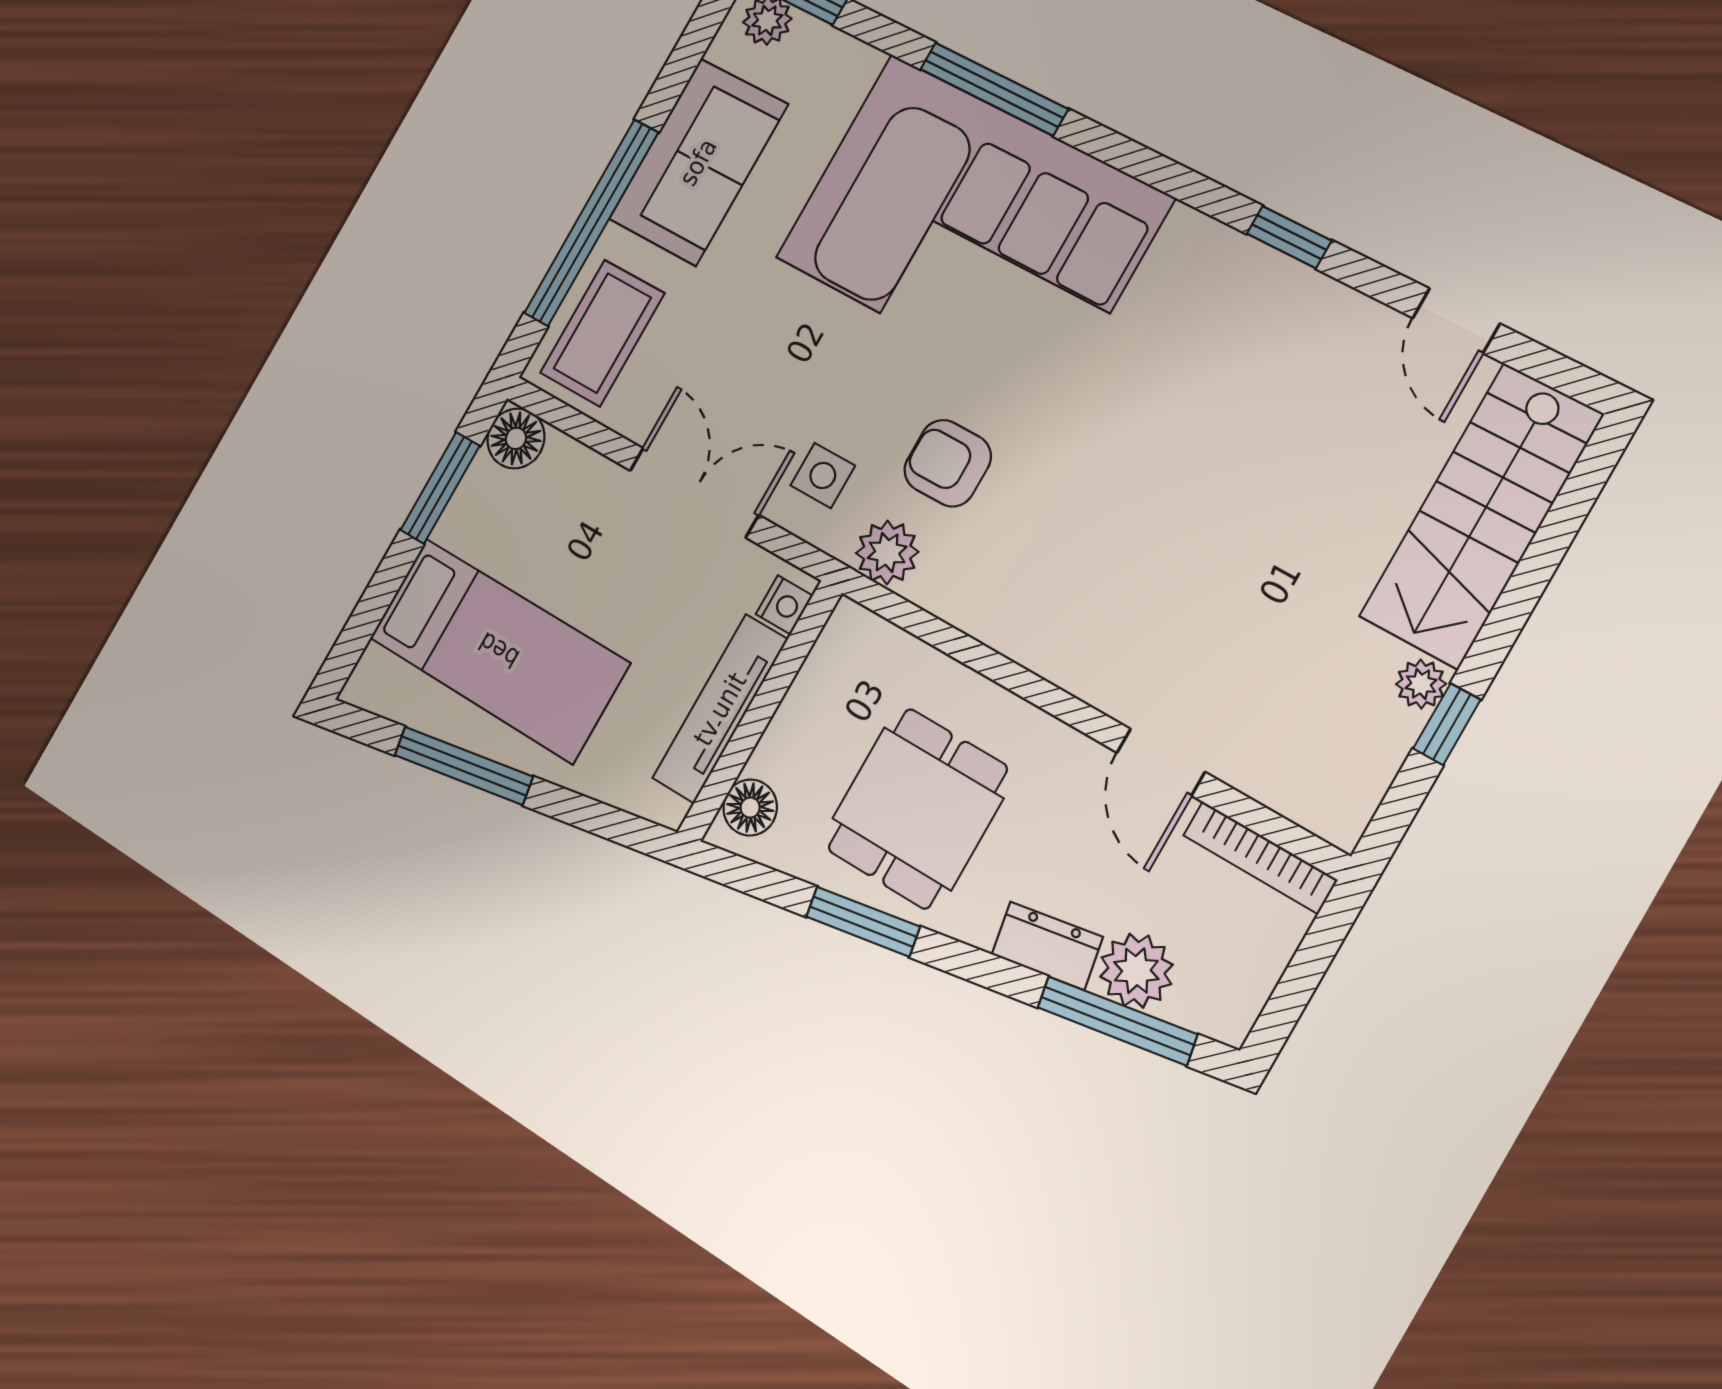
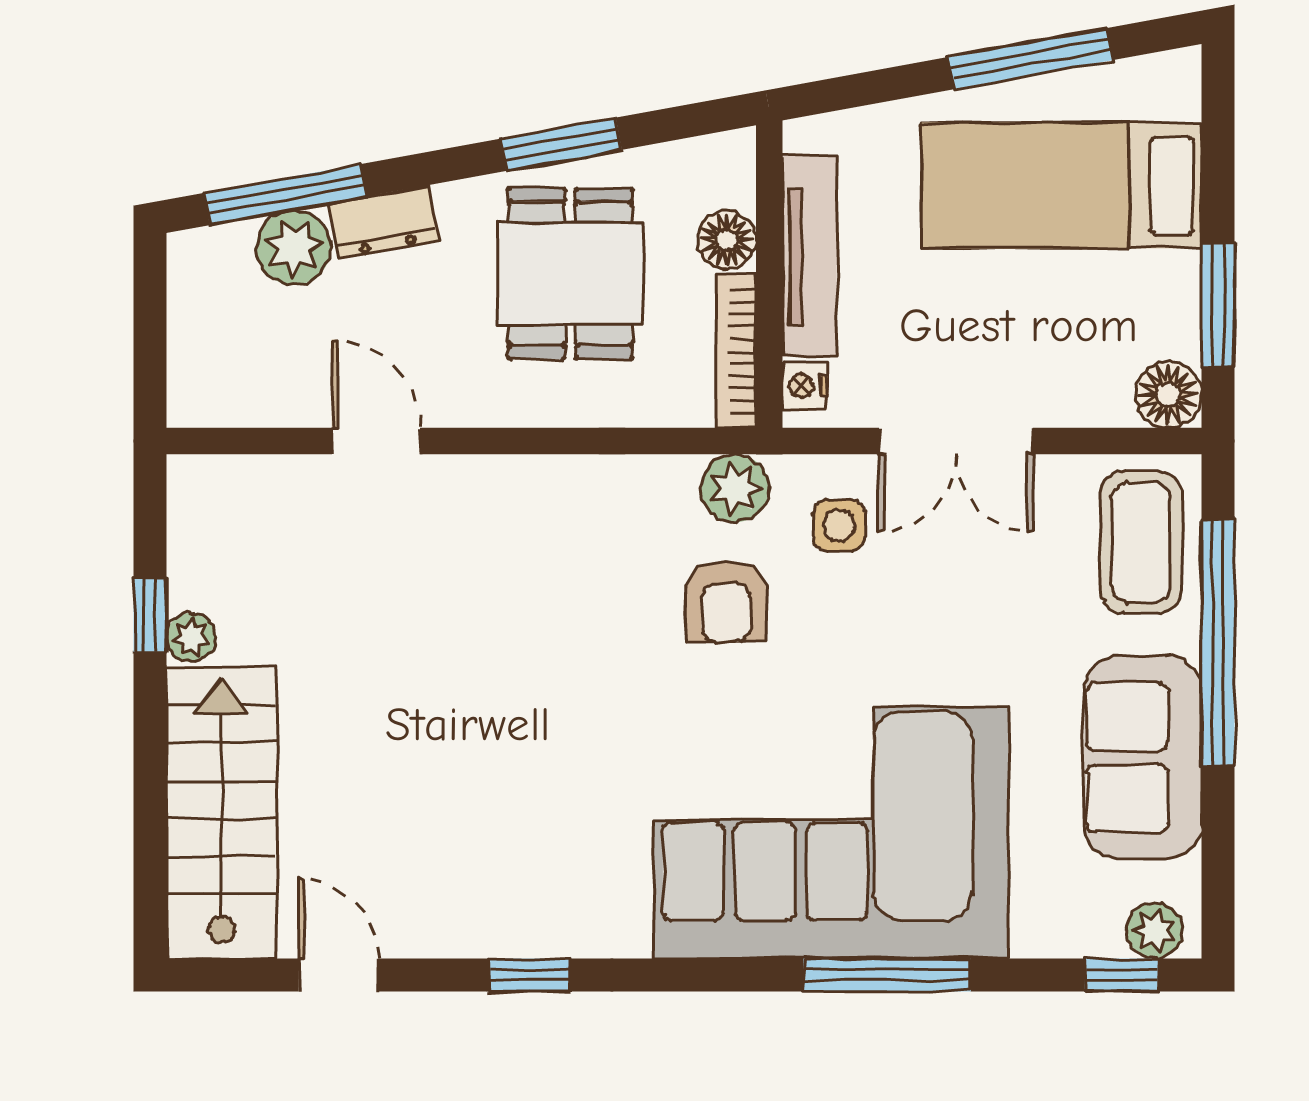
armchair: (948, 463) -> (726, 601), turned 90
floor lamp: (750, 808) -> (727, 240), moved
bookcase: (1260, 857) -> (736, 351), moved, turned -90

